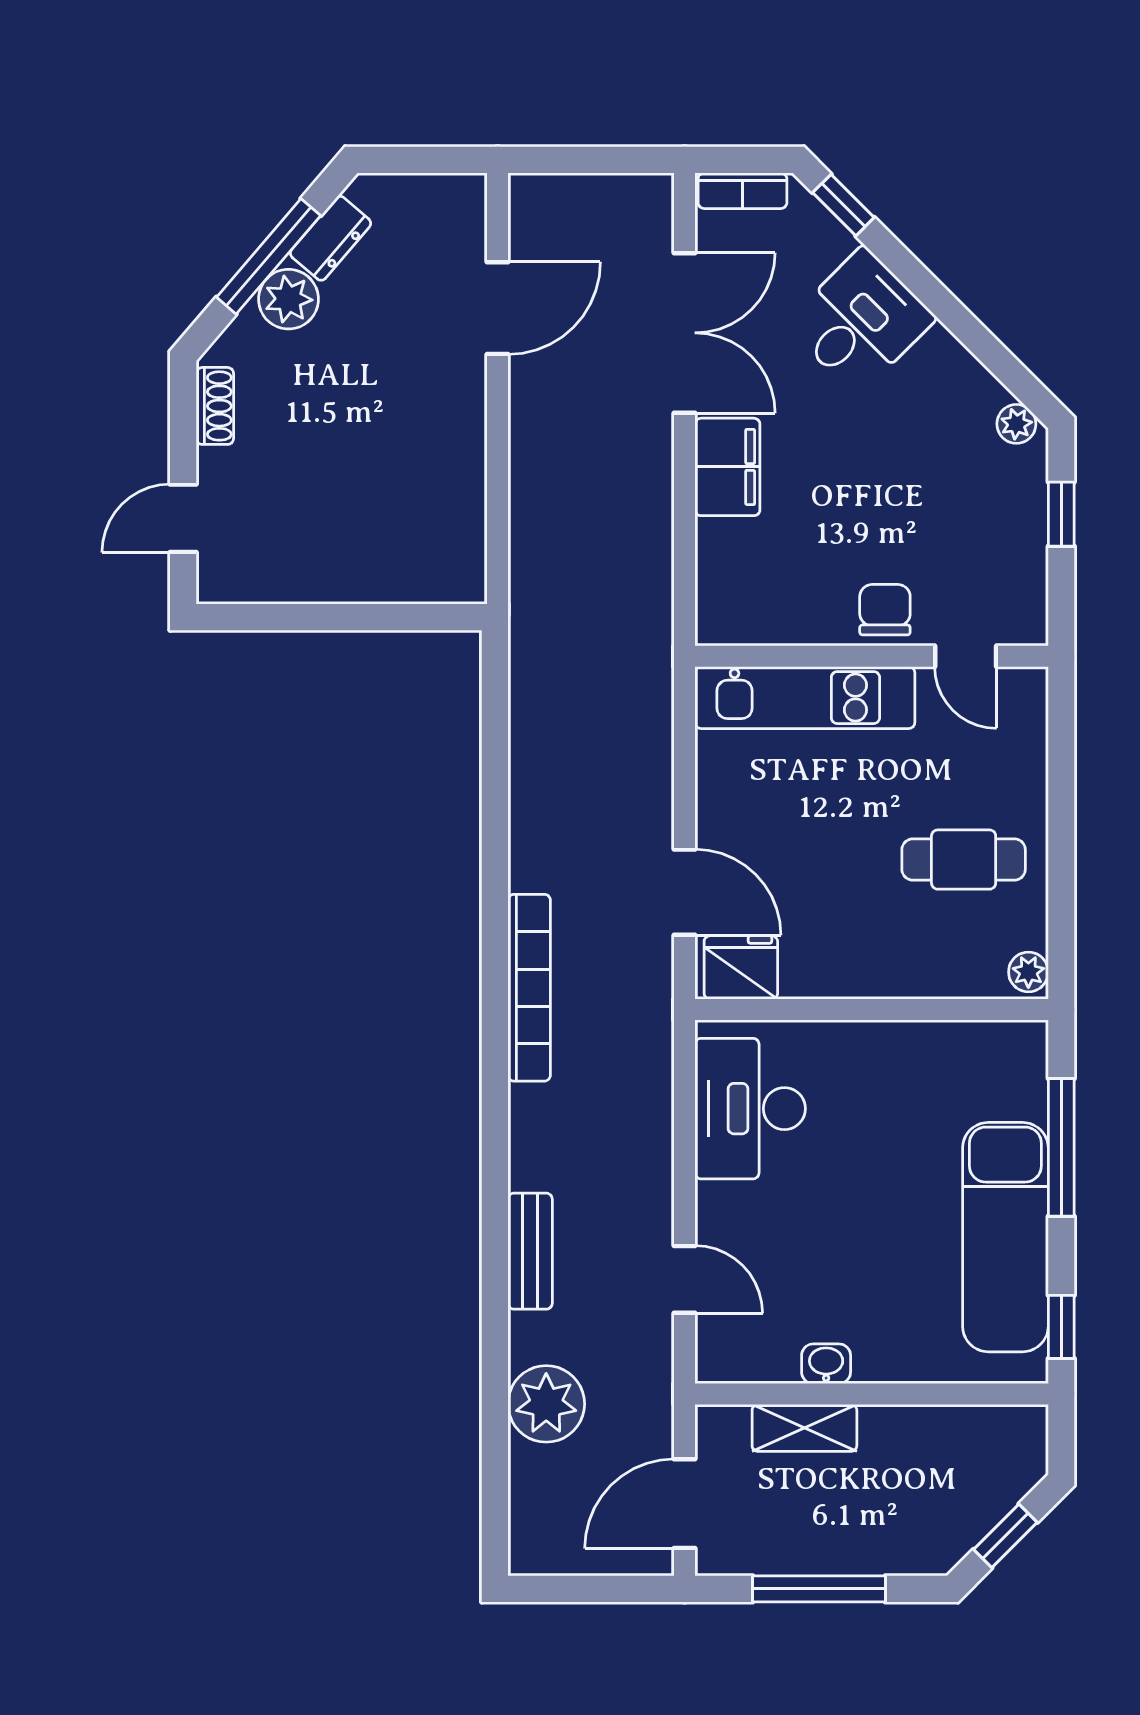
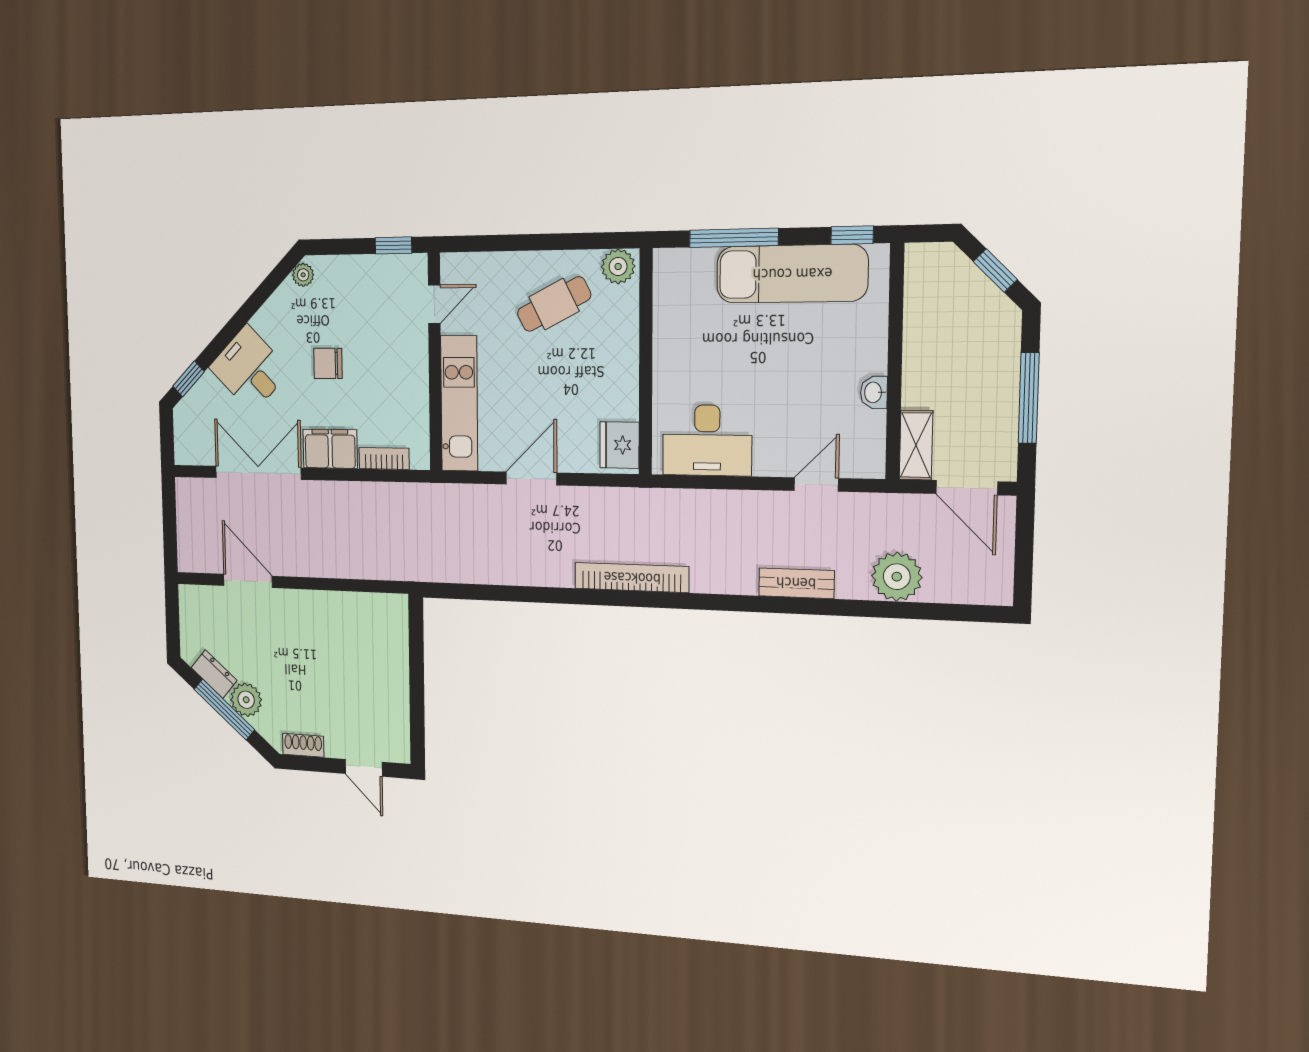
bookcase: (742, 191) -> (384, 459), moved, turned -90
window: (1061, 514) -> (394, 245), moved
chair: (885, 610) -> (328, 363), moved
cafe table: (964, 860) -> (554, 304), turned 63
door: (685, 892) -> (531, 479), moved
plant: (1028, 972) -> (618, 266), width x1.38, depth x1.38
shelving: (804, 1428) -> (916, 445), moved

